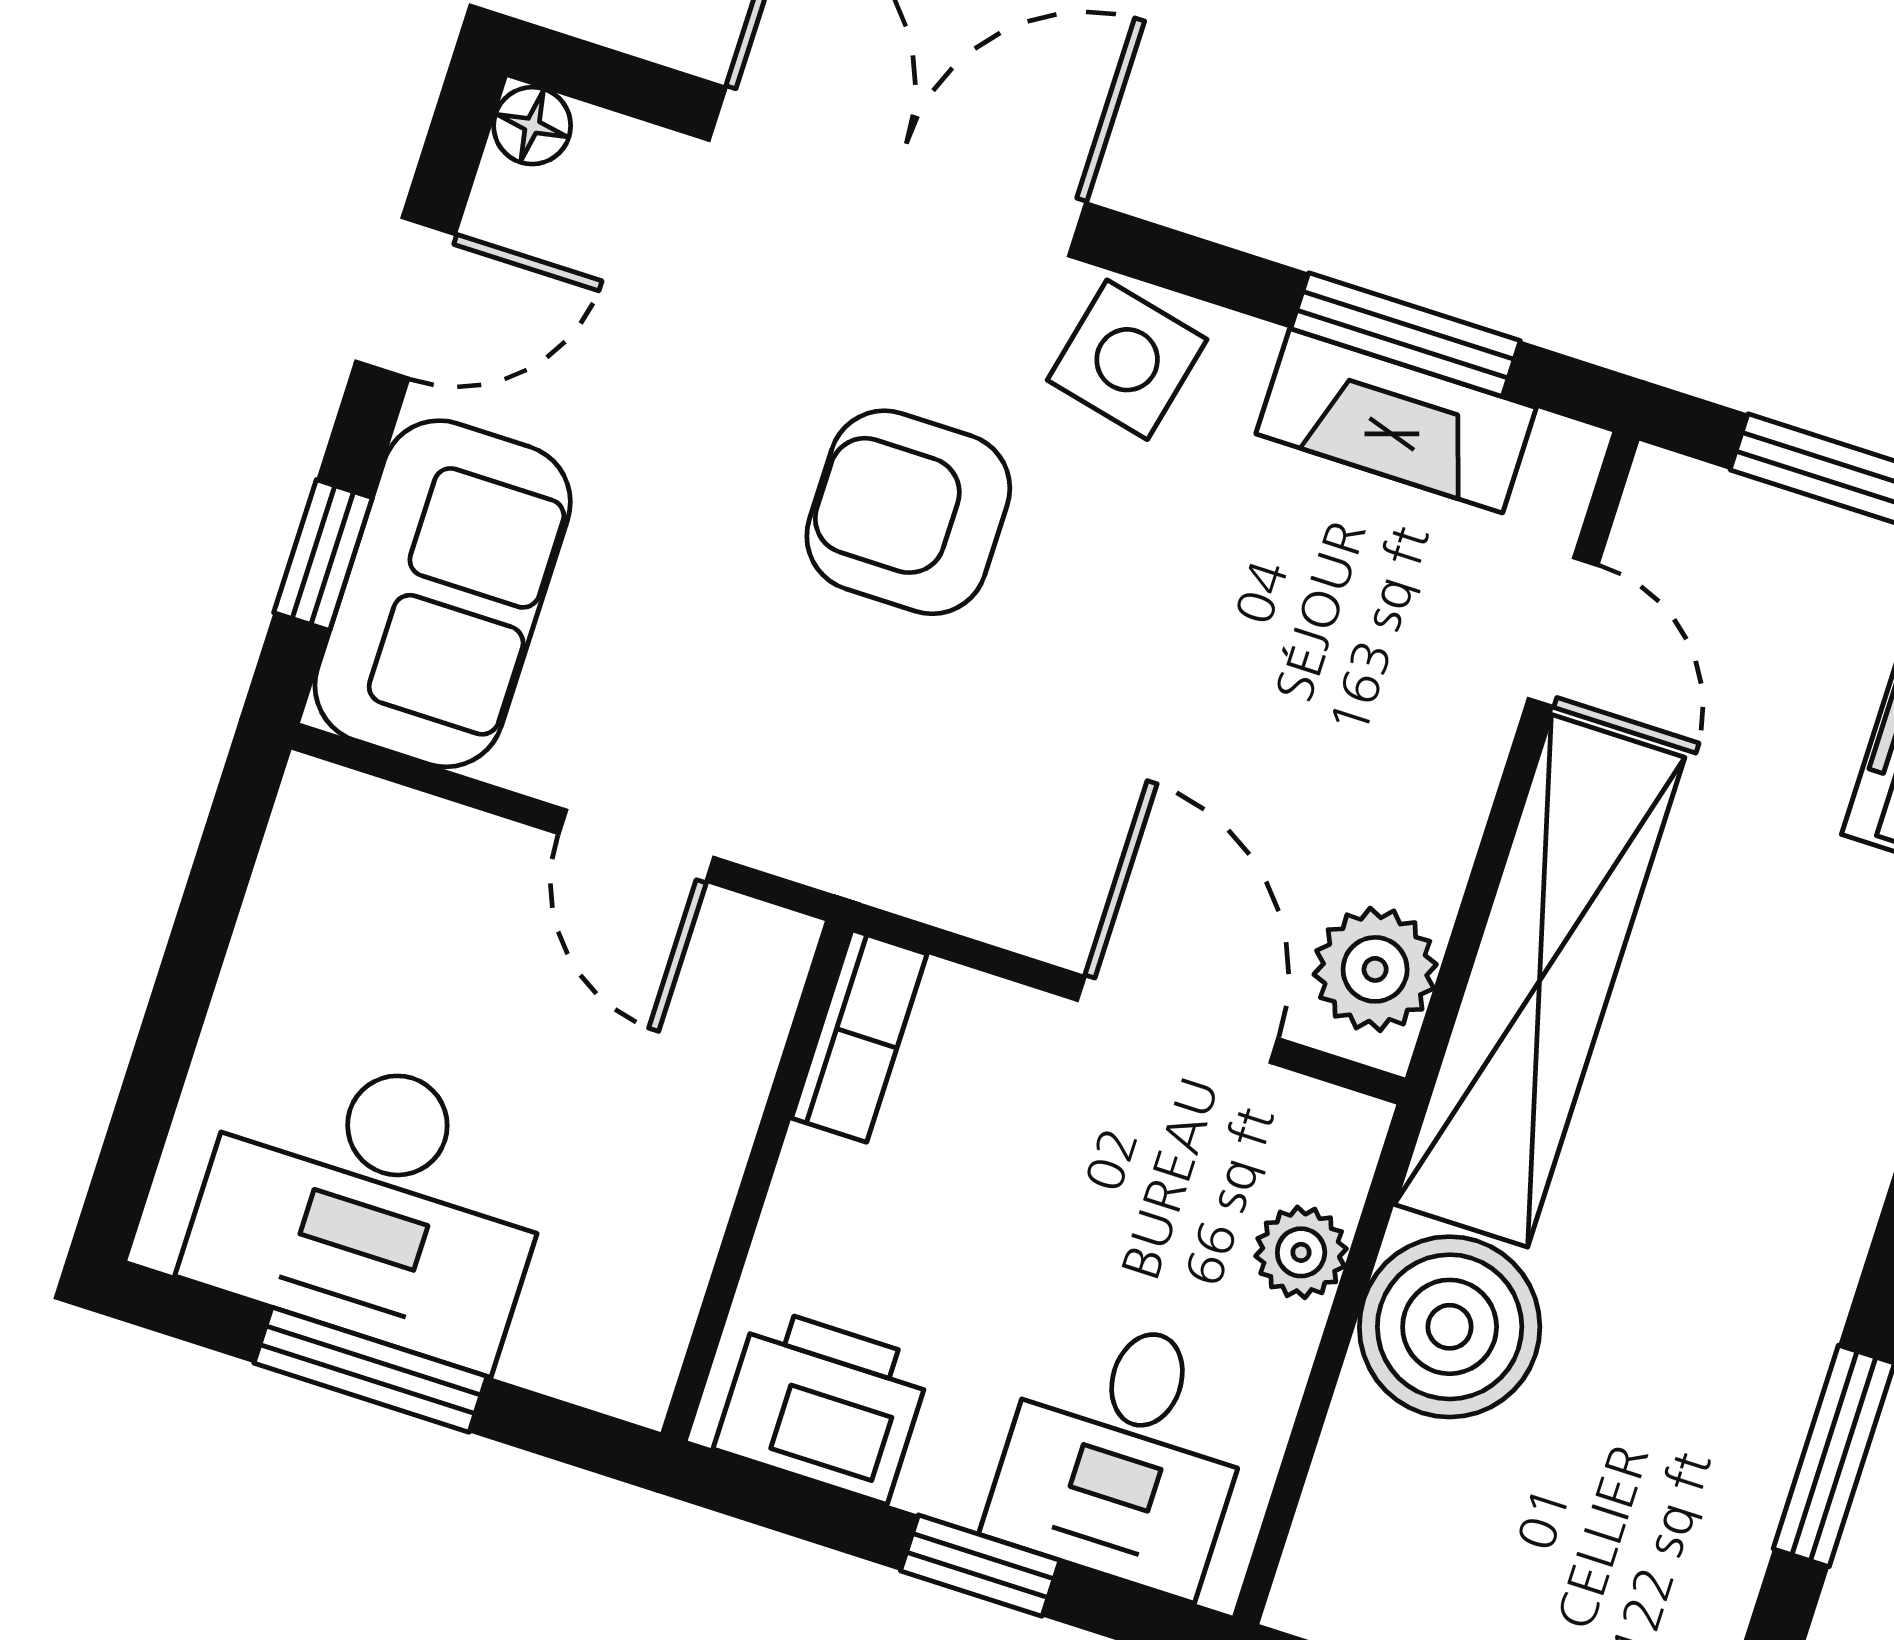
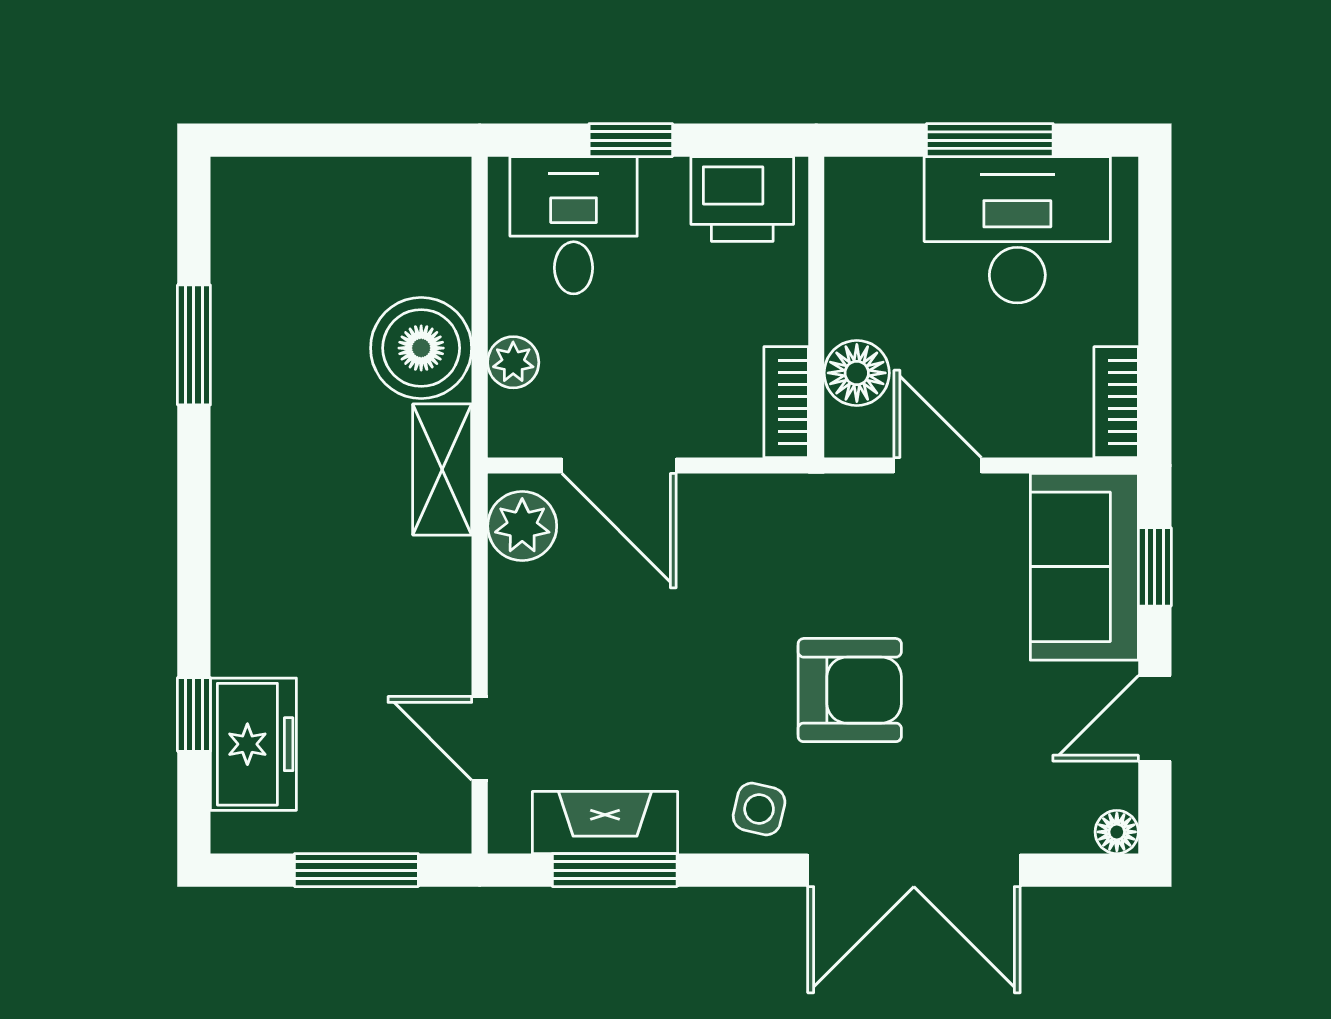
side table: (1127, 360) -> (759, 809), width x0.73, depth x0.73
bookcase: (299, 856) -> (1116, 402), added
shelving: (1540, 981) -> (442, 469), width x0.45, depth x0.75
floor lamp: (723, 1047) -> (857, 373), added

